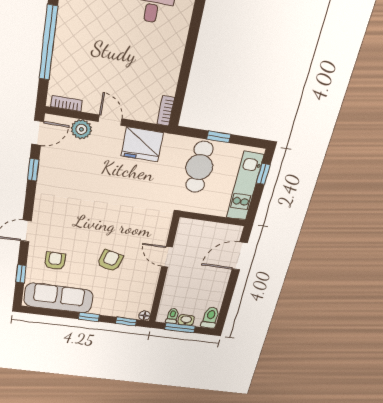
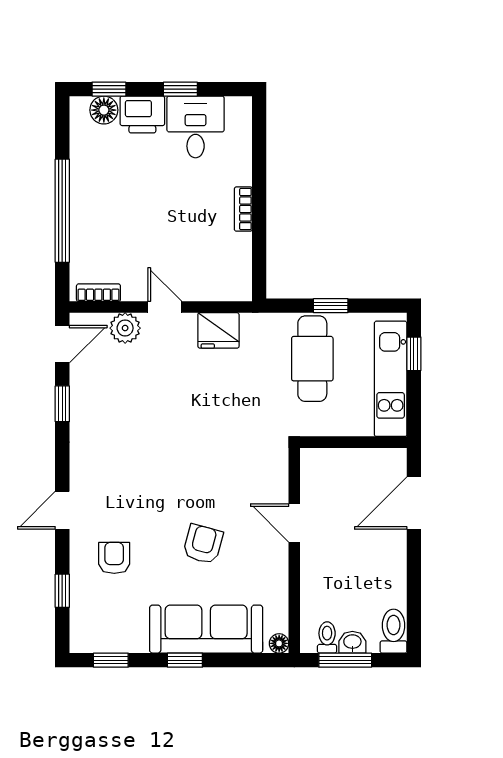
bookcase: (166, 111) -> (243, 209), moved
fridge: (142, 144) -> (218, 330), width x0.73, depth x0.75
sofa: (59, 298) -> (206, 629), moved
window: (126, 321) -> (111, 660), moved

